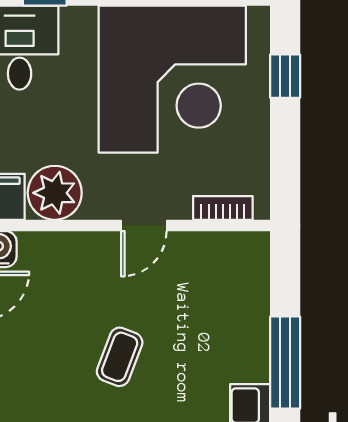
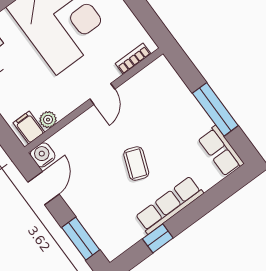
plant: (55, 193) -> (48, 120), width x0.53, depth x0.53

